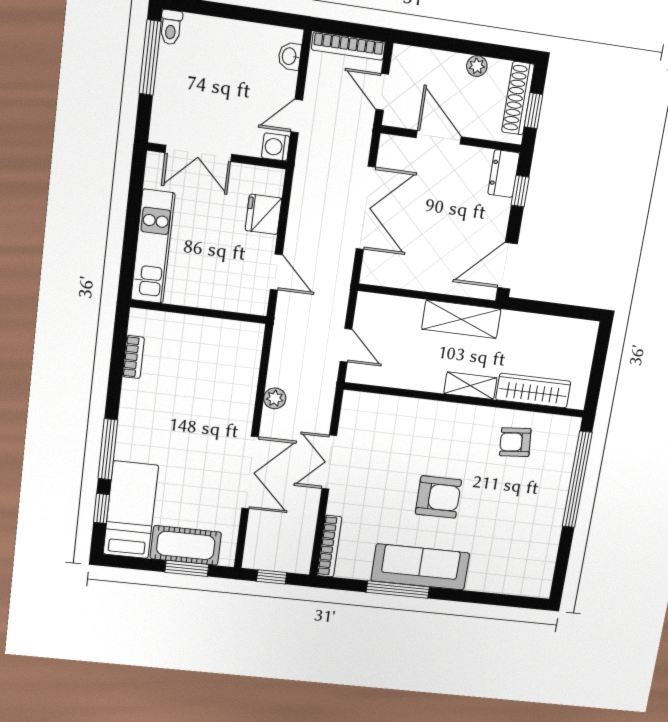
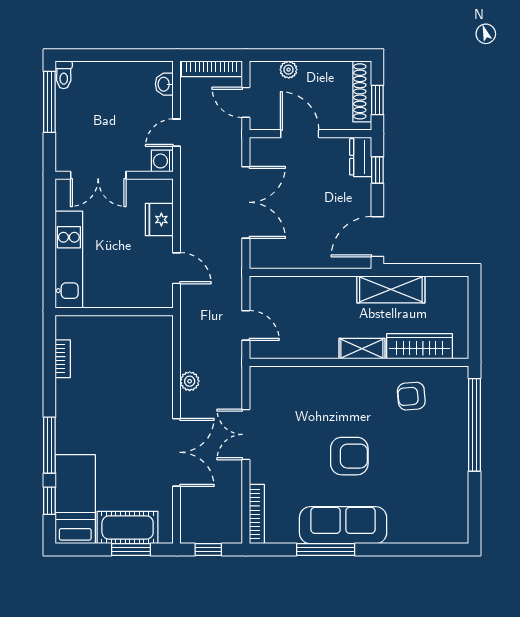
plant: (477, 66) -> (289, 70), moved
shelving: (461, 319) -> (391, 289), moved

